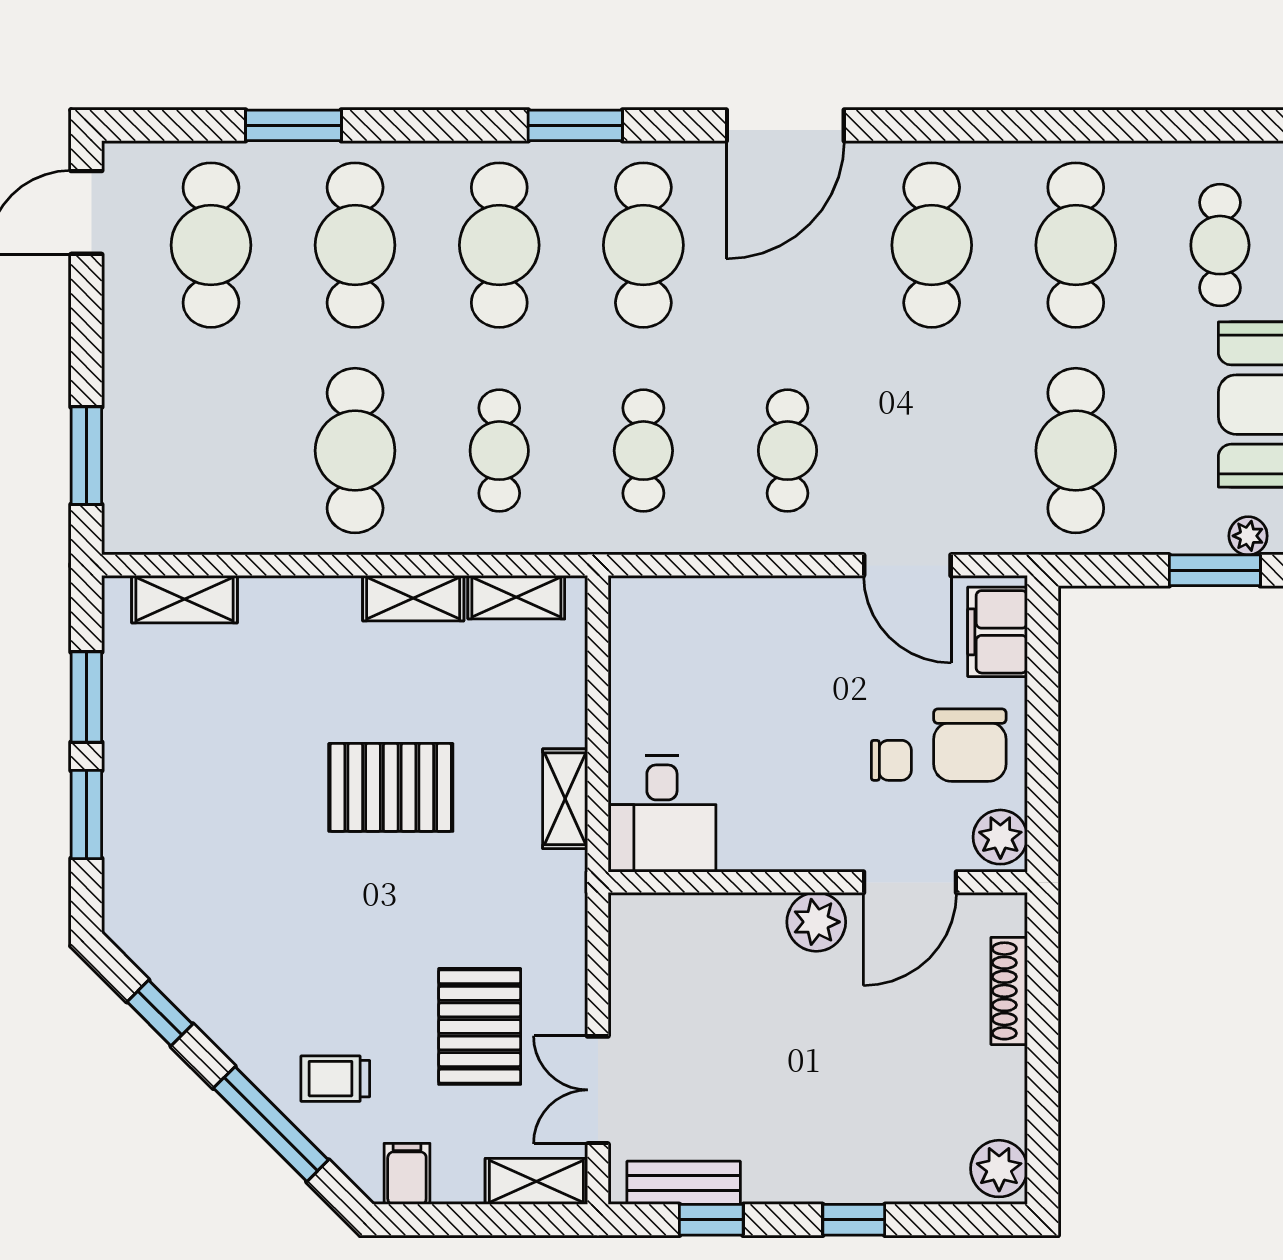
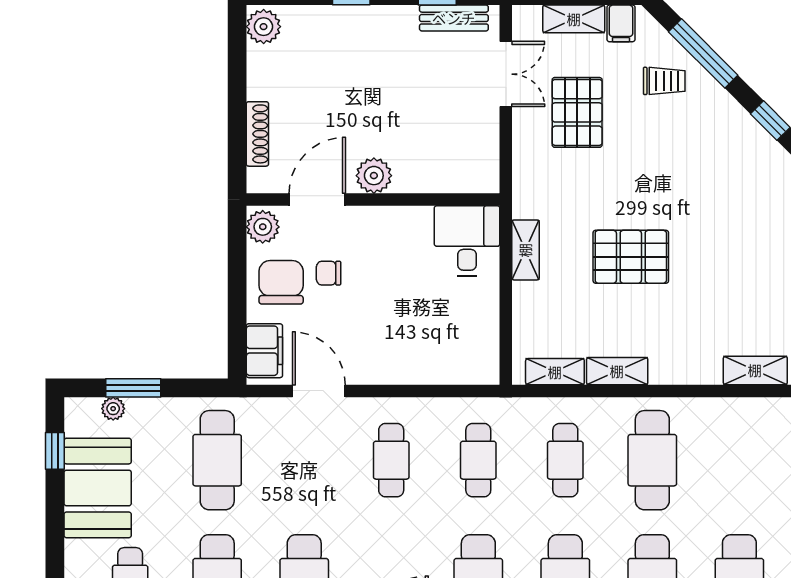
shelving: (536, 1181) -> (574, 19), moved

